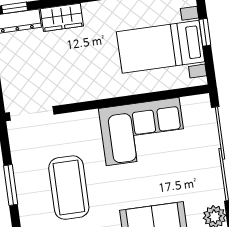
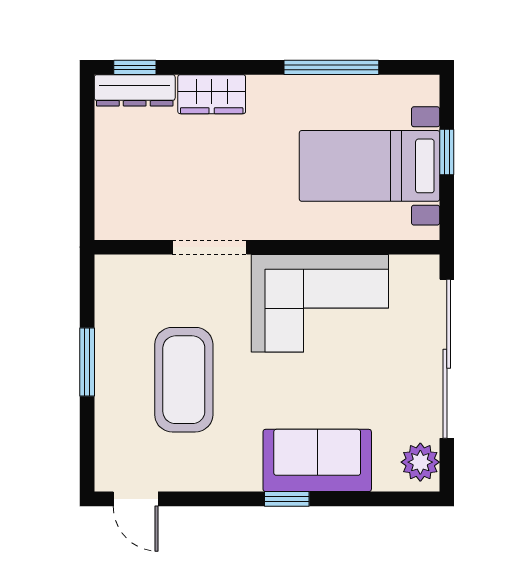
doorway: (32, 113) -> (209, 247), moved

